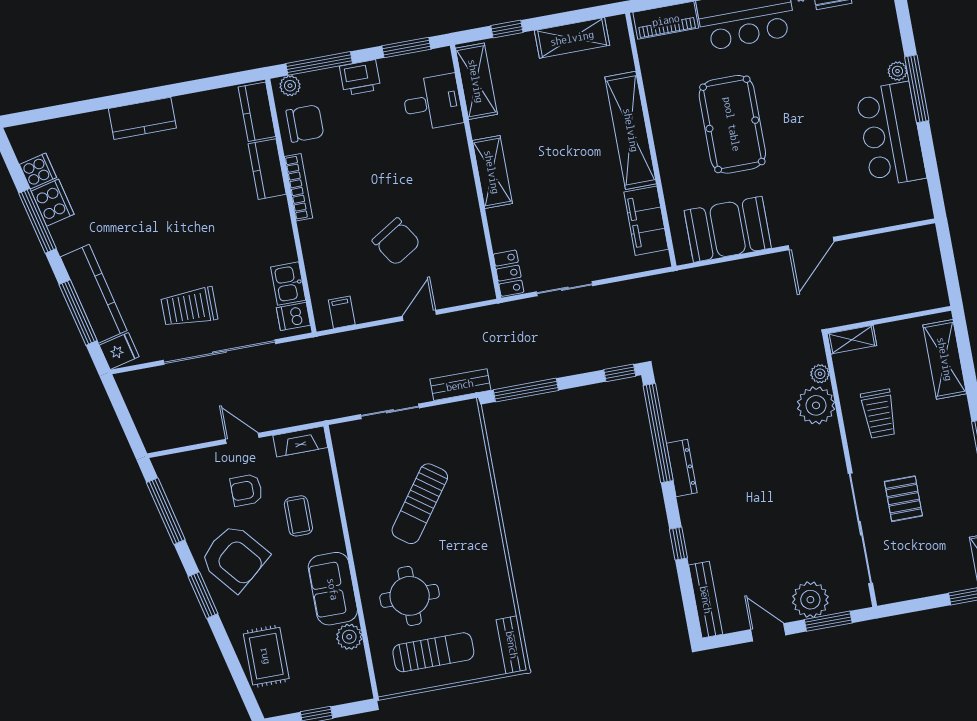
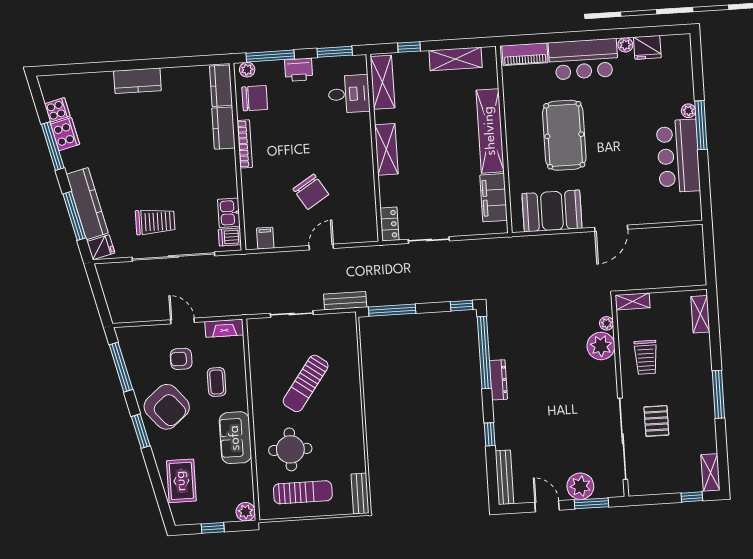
trolley: (189, 307) -> (155, 222), turned 180
shelving: (945, 359) -> (700, 314), width x0.67, depth x0.75
plant: (349, 637) -> (246, 512), moved

